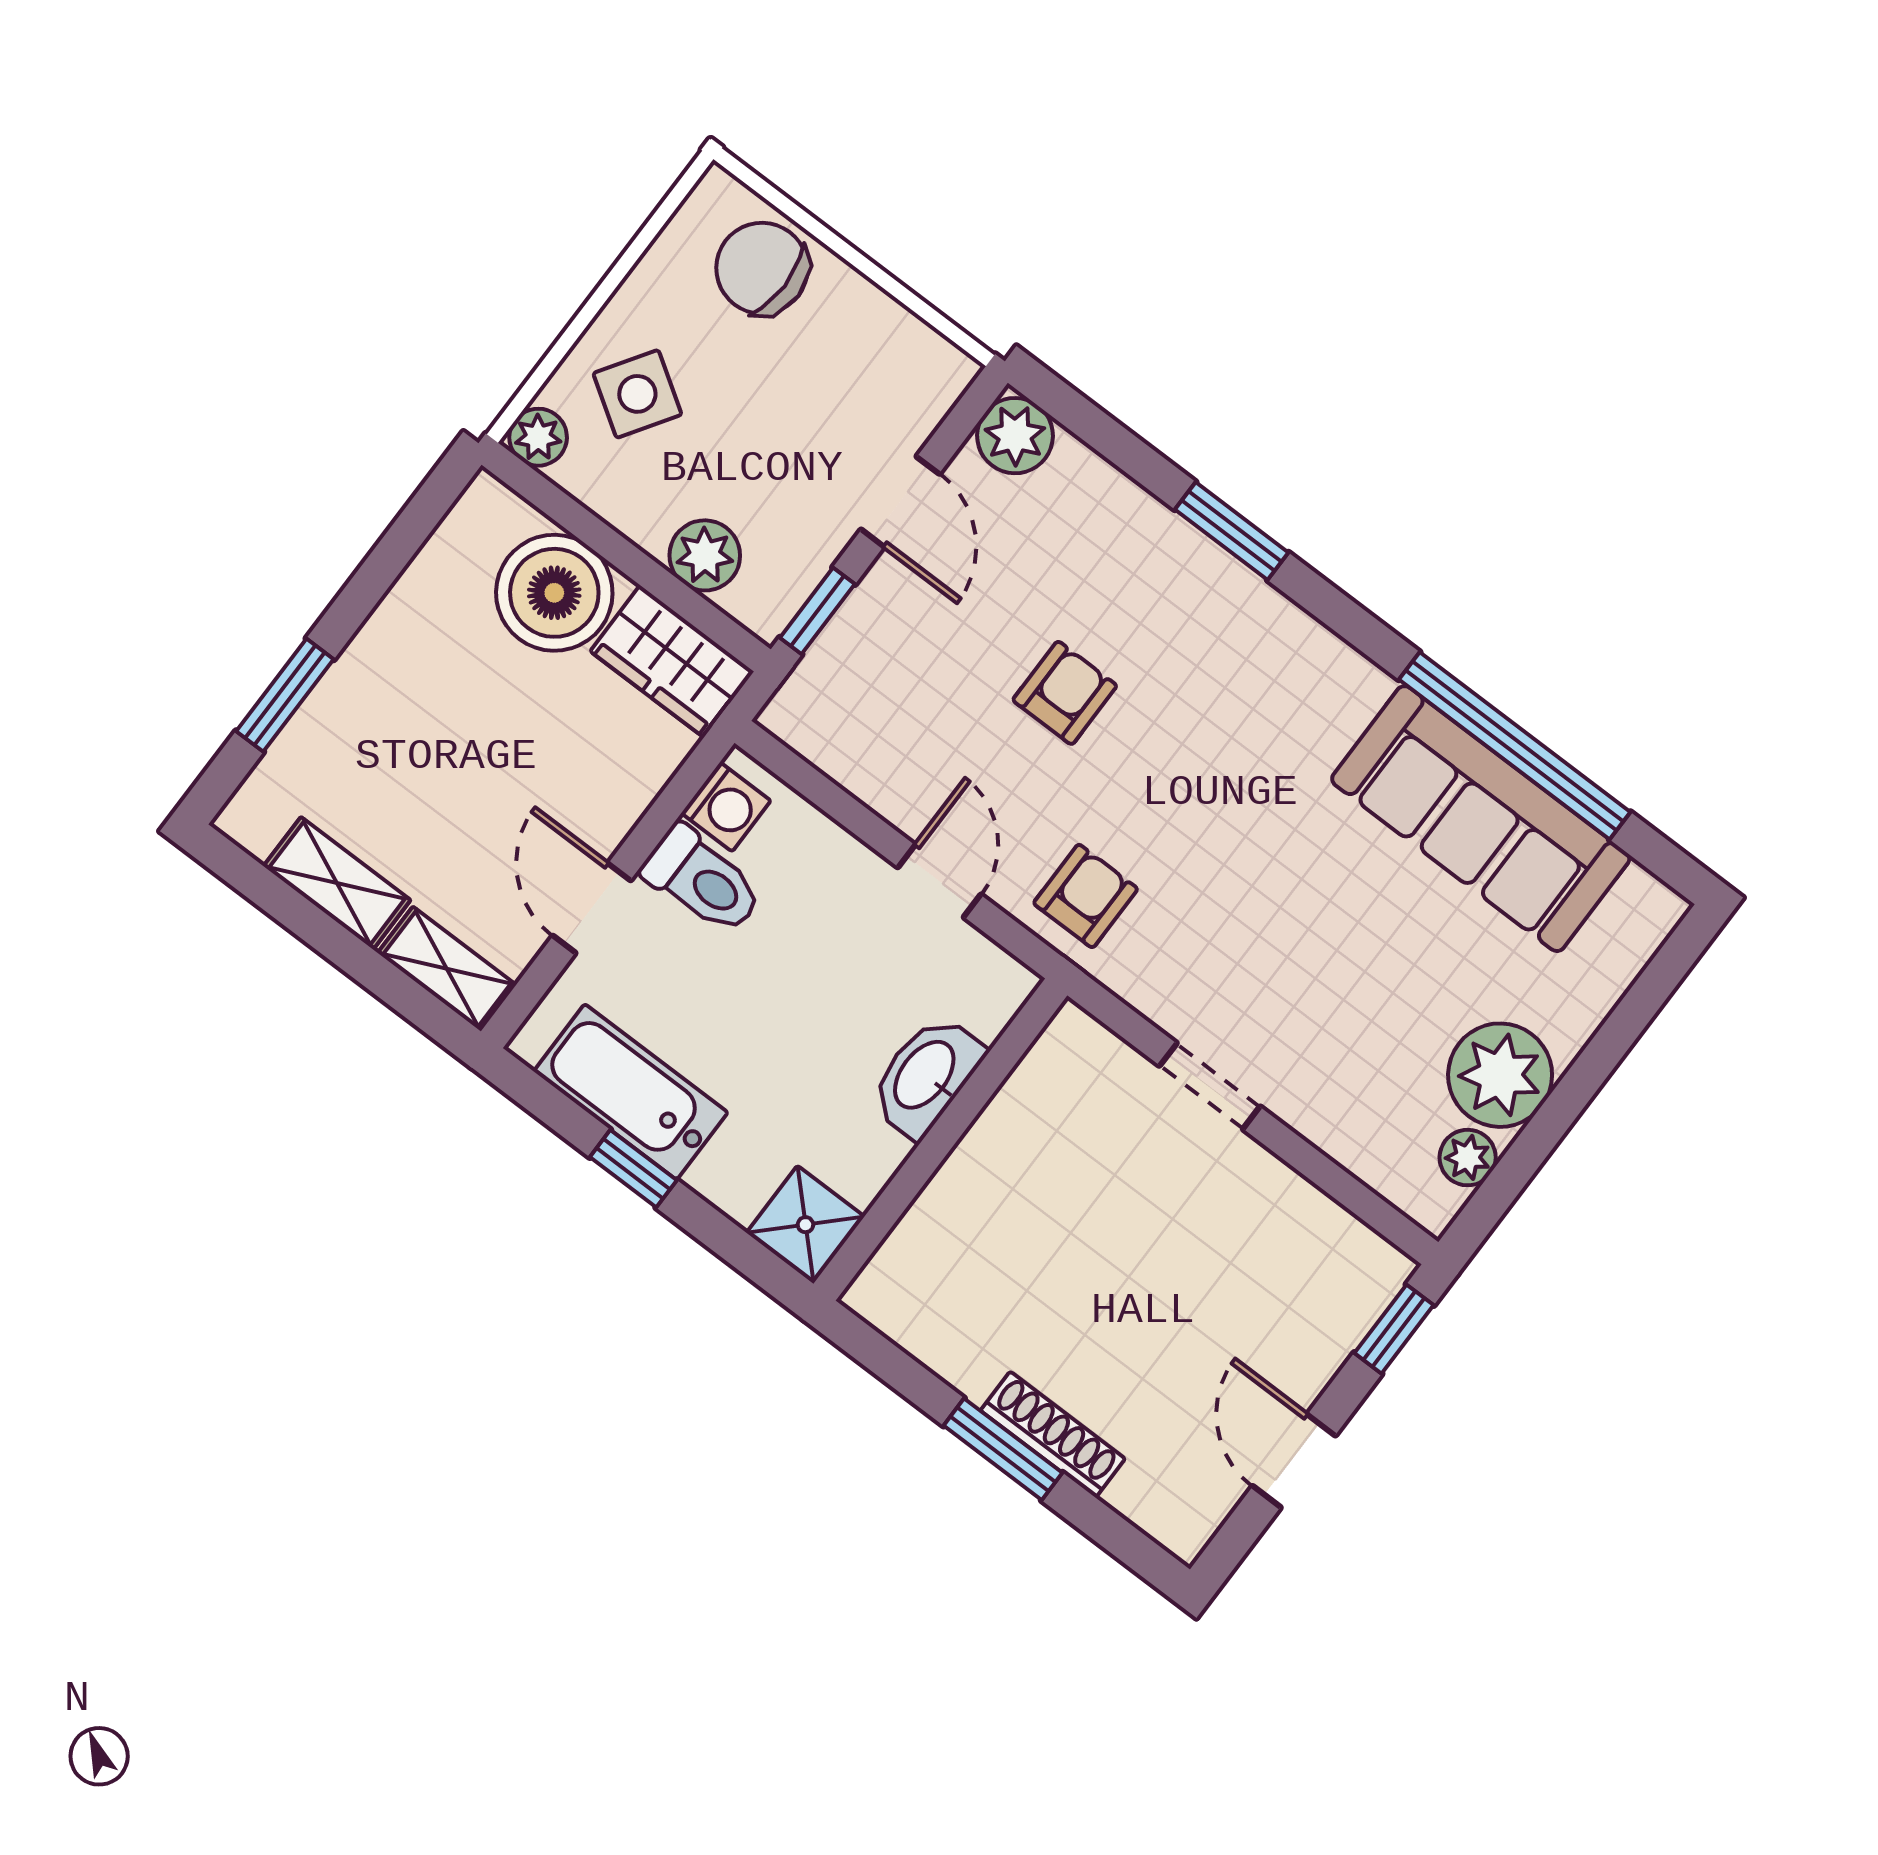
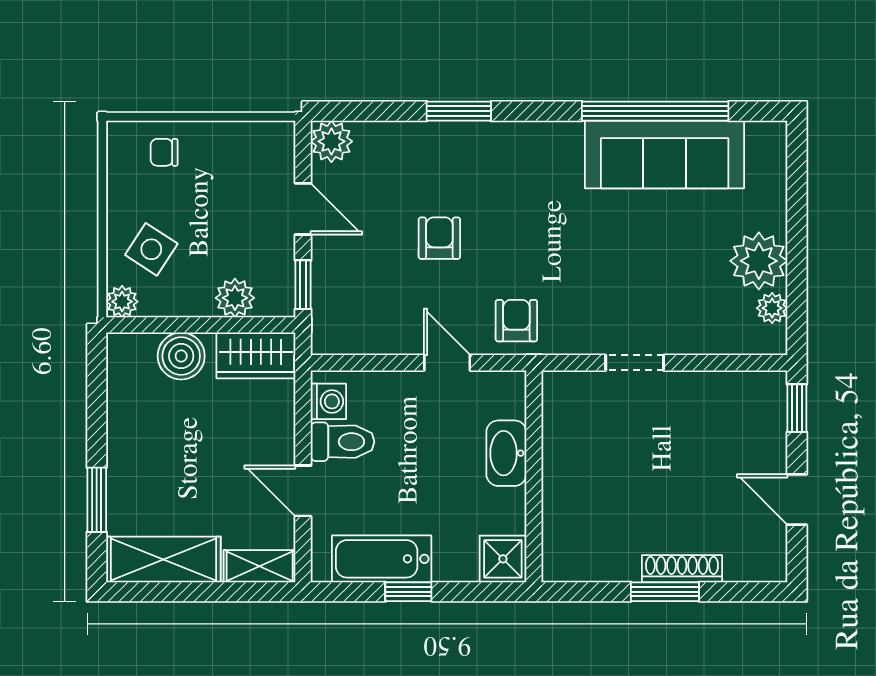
chair: (762, 268) -> (164, 152), width x0.54, depth x0.54
boiler: (554, 593) -> (181, 356), width x0.73, depth x0.73
shelving: (337, 883) -> (163, 559), width x1.50, depth x1.33

